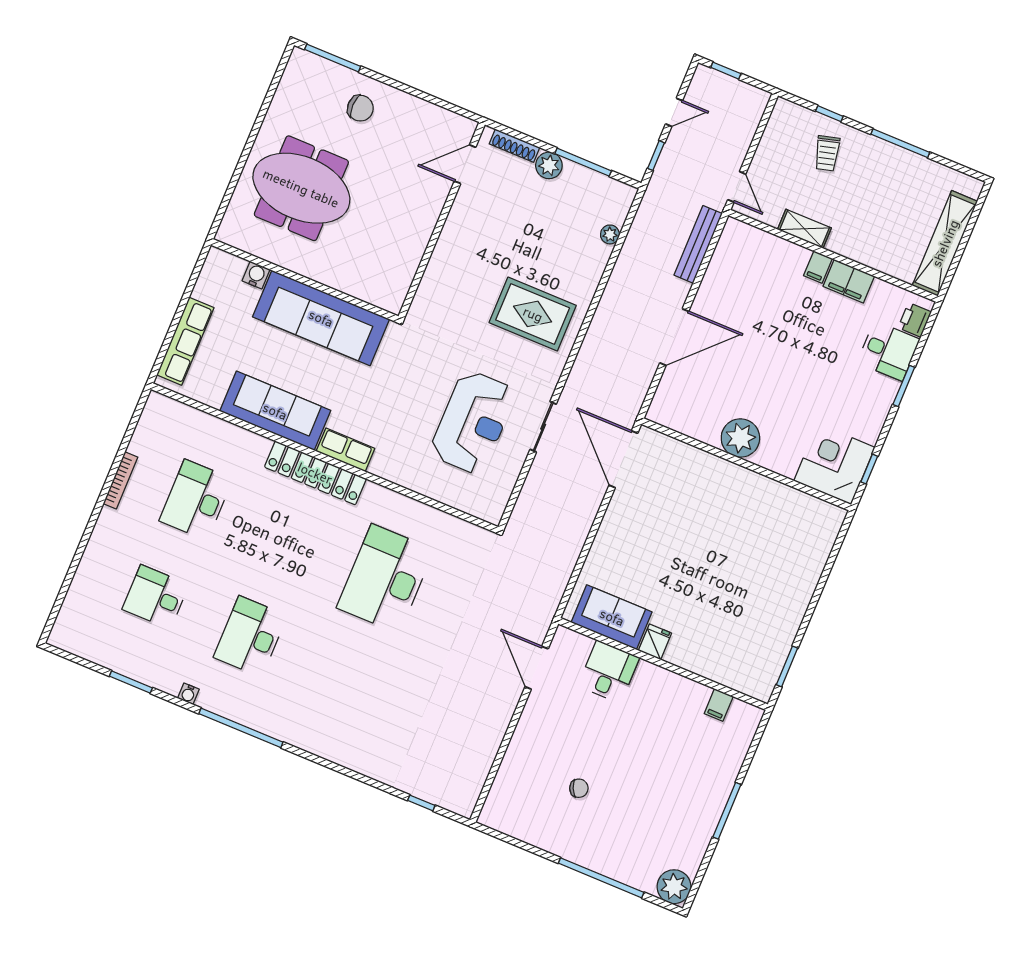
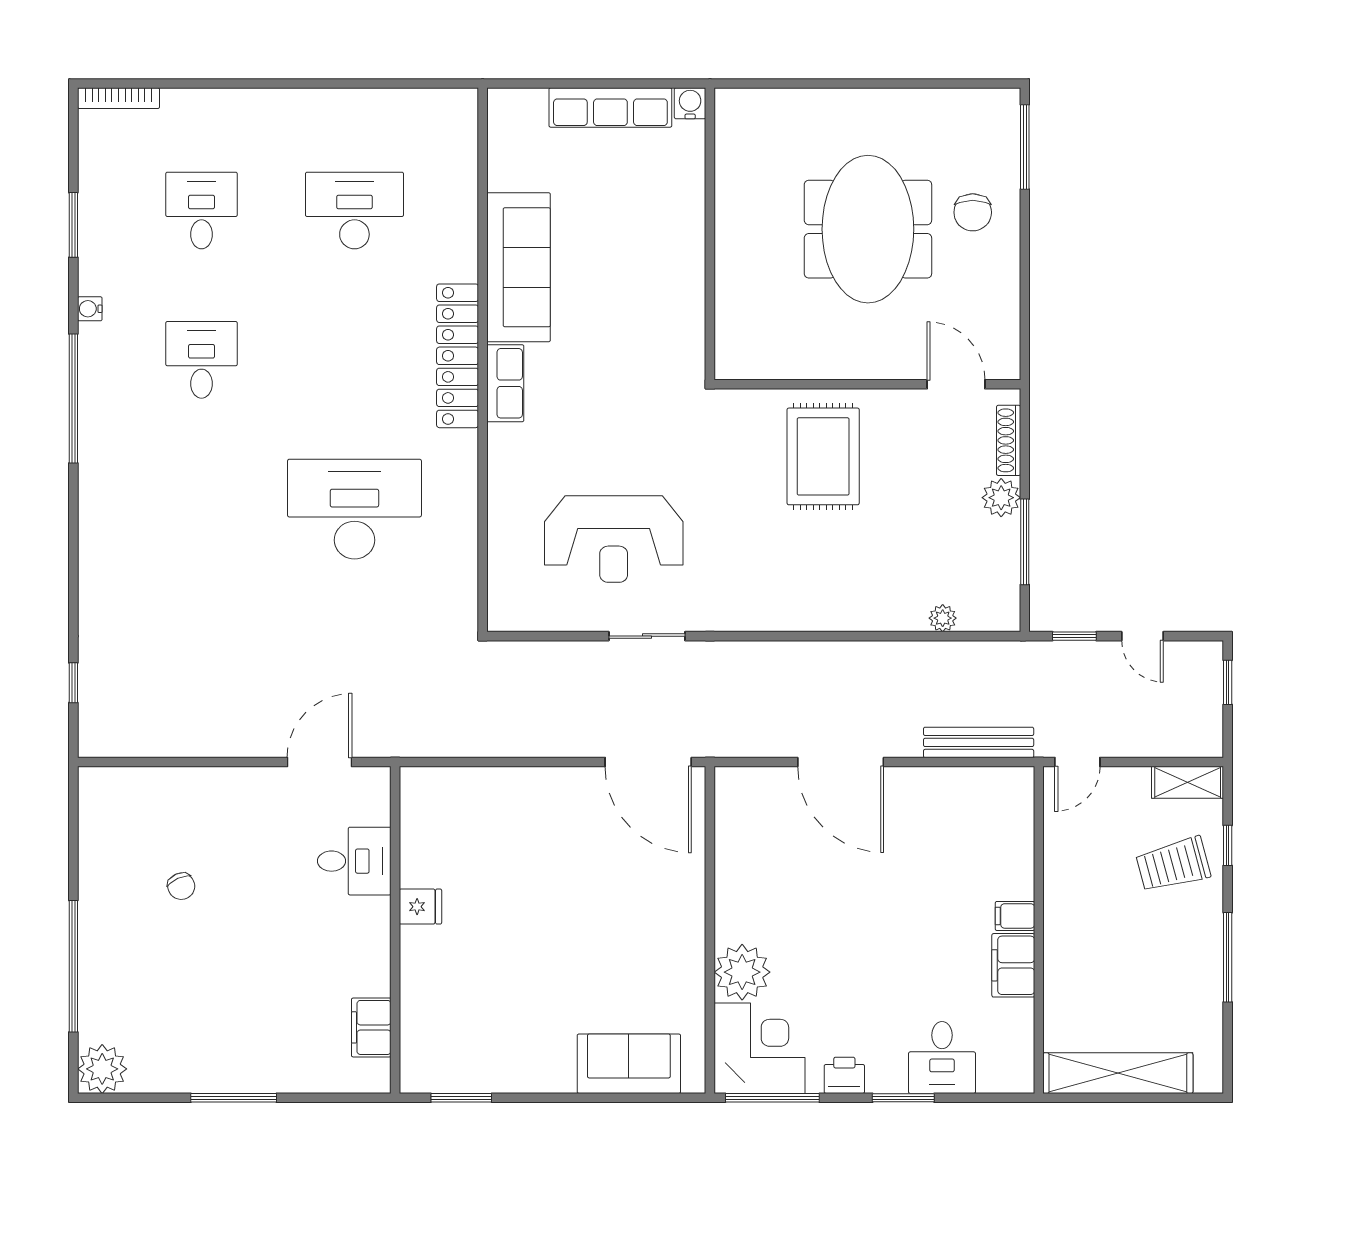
trolley: (827, 153) -> (1173, 865), width x1.36, depth x1.39
meeting table: (301, 188) -> (868, 229), moved
shelving: (804, 229) -> (1188, 782), moved, turned 90
water cooler: (256, 275) -> (690, 103), moved, turned -90
rug: (533, 314) -> (823, 456), moved
sofa: (321, 318) -> (669, 277), removed
printer: (915, 320) -> (844, 1075), moved
row of seats: (185, 341) -> (610, 107), moved
plant: (740, 438) -> (742, 972), moved
door: (623, 459) -> (648, 762), swing flipped
window: (869, 469) -> (772, 1098), width x2.17
bookcase: (120, 480) -> (119, 98), moved
sofa: (612, 617) -> (629, 1064), moved, turned -90
desk: (250, 636) -> (202, 360), width x0.73
filing cabinet: (719, 705) -> (371, 1027), width x2.00

